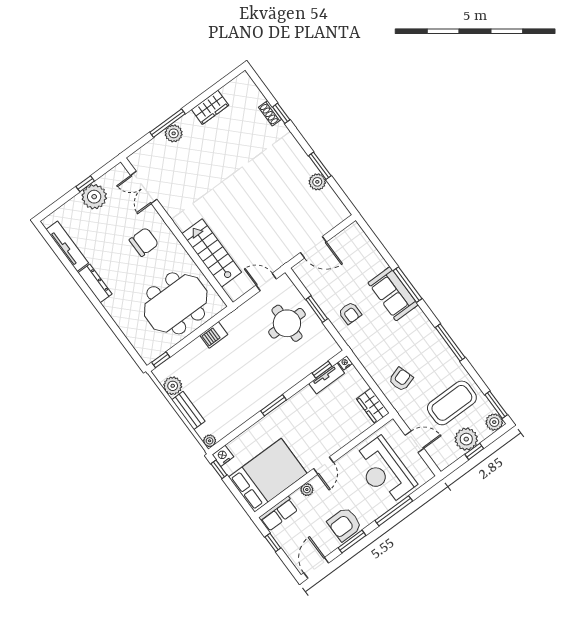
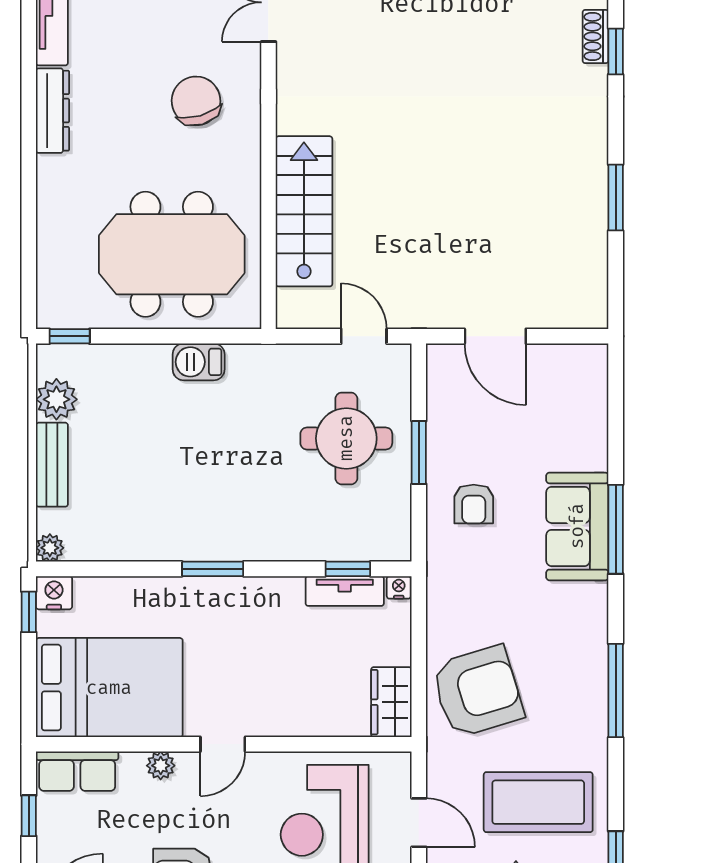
plant: (317, 182) -> (589, 223), removed
chair: (144, 242) -> (196, 101), turned -106
armchair: (401, 379) -> (478, 692), width x1.88, depth x1.88

